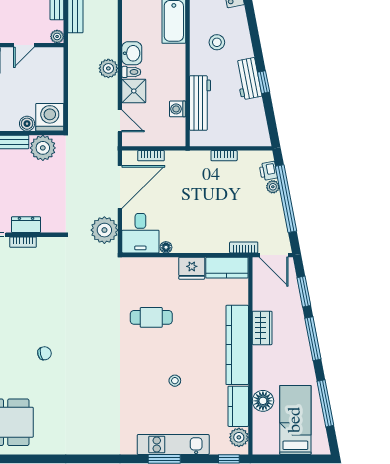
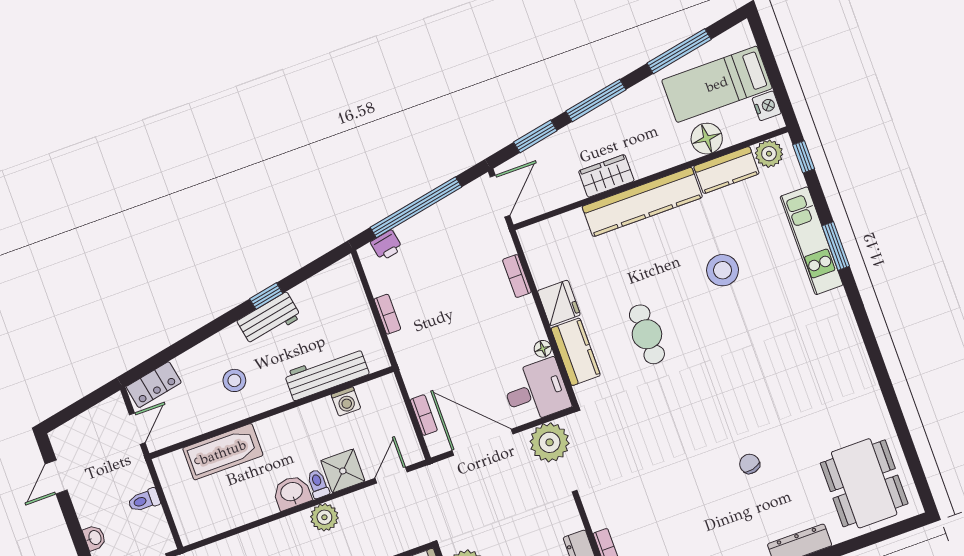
plant: (273, 187) -> (406, 231), removed
bookcase: (244, 247) -> (517, 276), moved
kitchen counter: (227, 268) -> (576, 352), moved
stool: (175, 381) -> (723, 270), width x1.89, depth x1.89
nightstand: (270, 447) -> (767, 106), added

